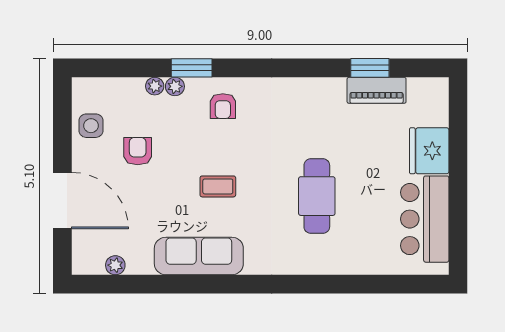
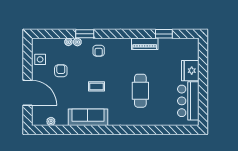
piano: (377, 90) -> (145, 44), moved

